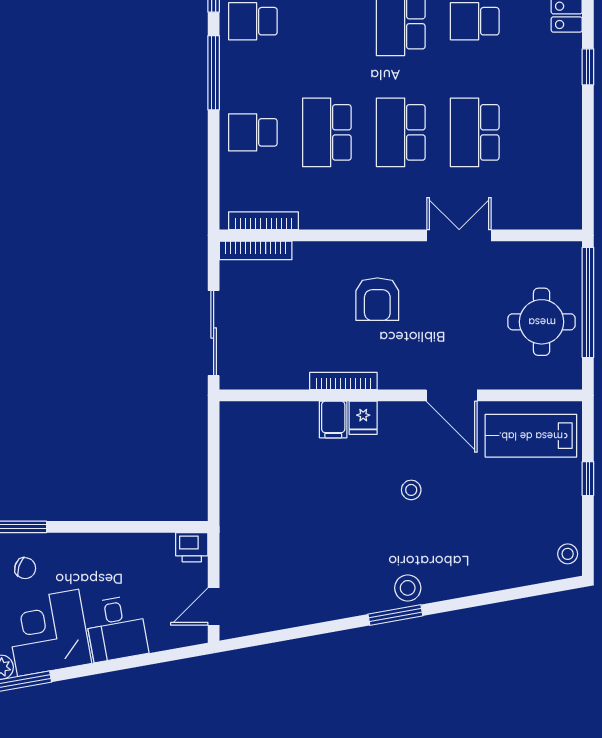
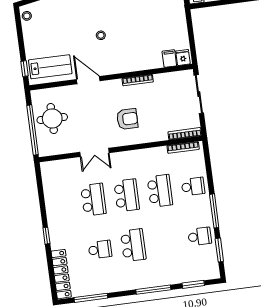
armchair: (377, 299) -> (127, 119), turned 90
fridge: (363, 418) -> (183, 57), moved
filing cabinet: (333, 419) -> (169, 58), moved
window: (588, 479) -> (24, 69), moved

